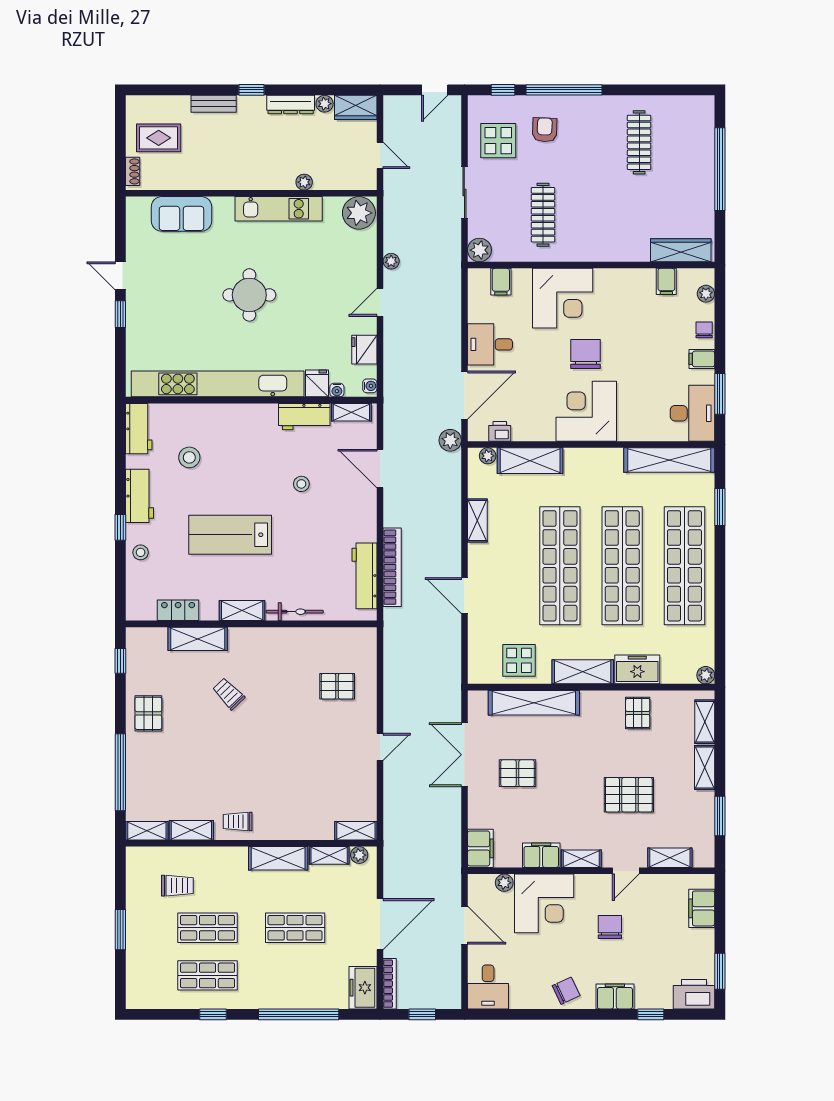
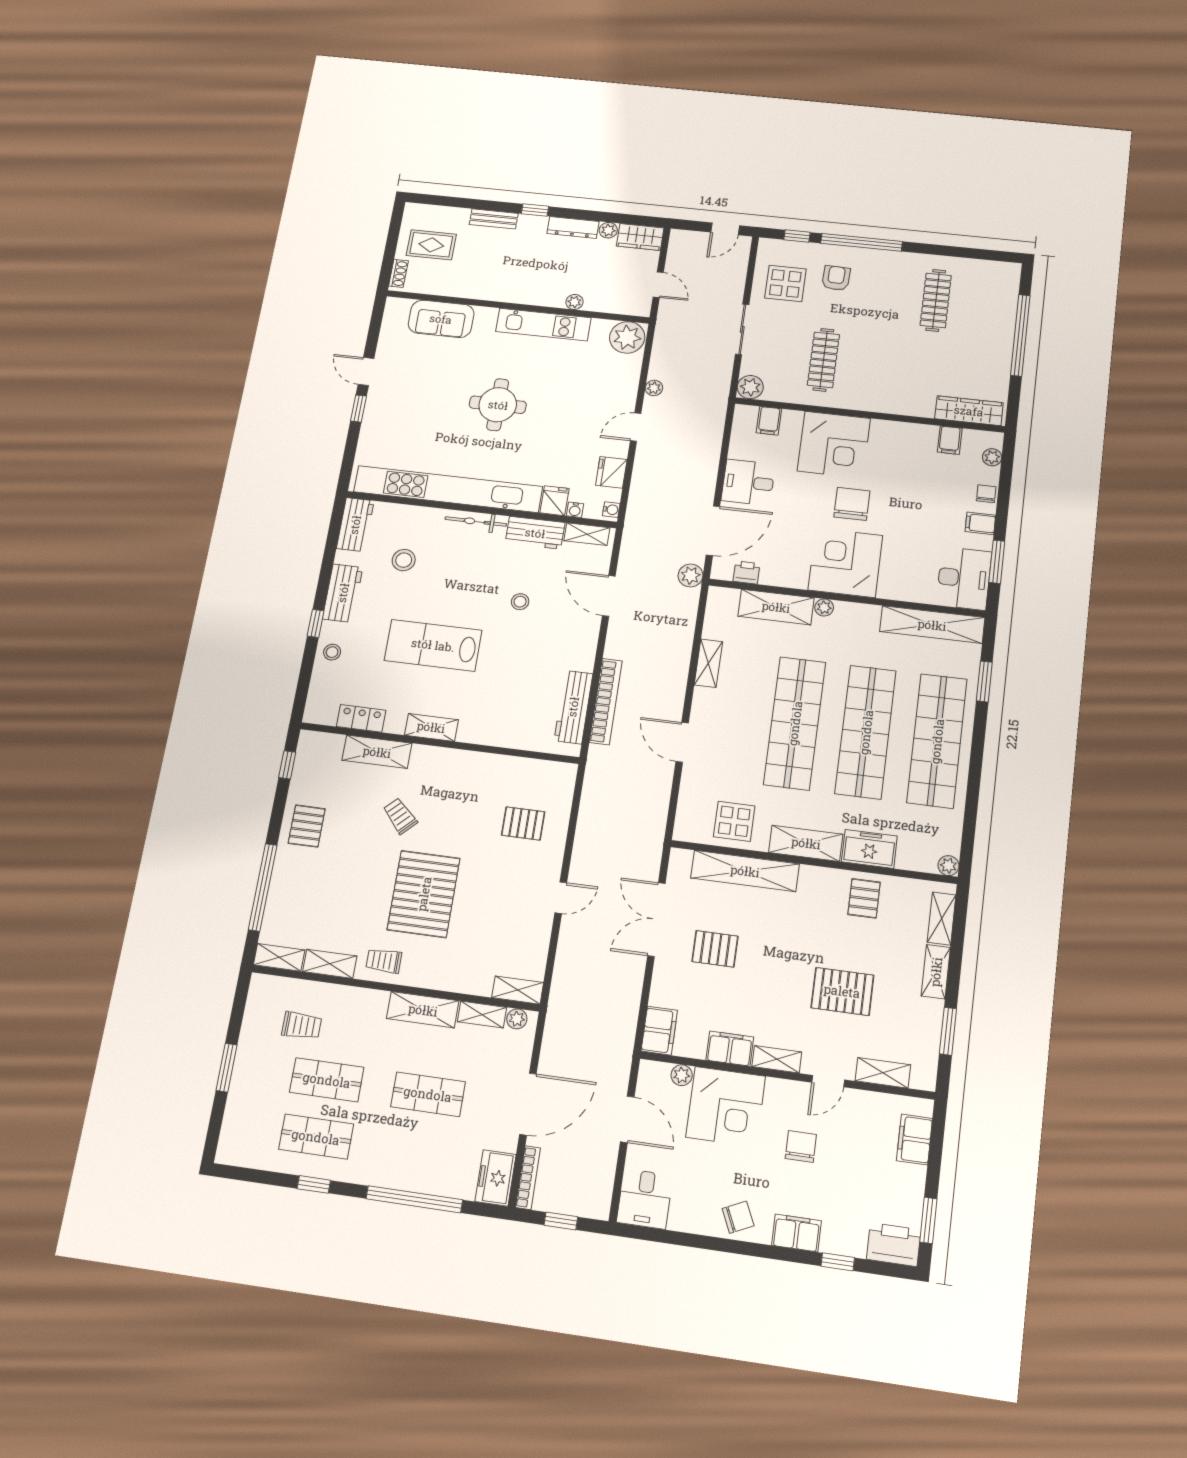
plant: (488, 456) -> (824, 607), moved
bicycle: (295, 612) -> (476, 522), moved, turned 180
pallet: (261, 759) -> (424, 894), added

